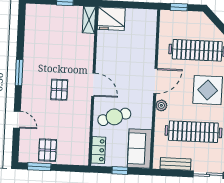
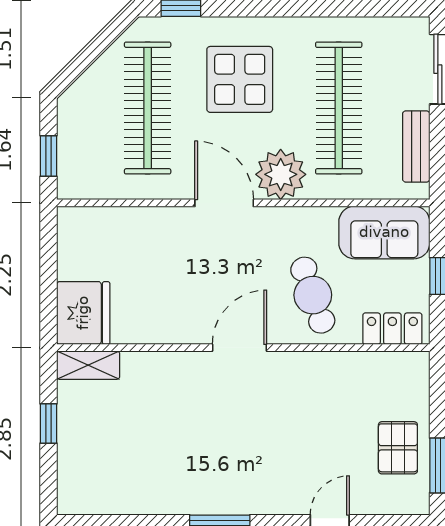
pallet: (59, 90) -> (255, 427), removed
plant: (161, 105) -> (281, 174), width x1.88, depth x1.88
pallet: (48, 150) -> (398, 448), turned 90

